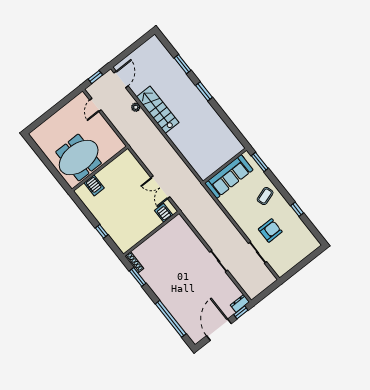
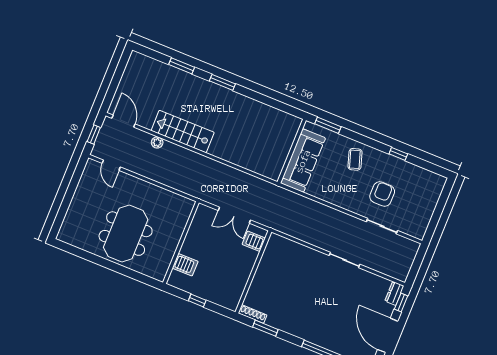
wall: (100, 169) -> (181, 243), moved
server rack: (94, 185) -> (185, 265), moved

